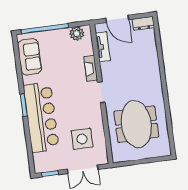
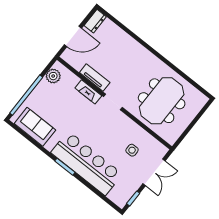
tv unit: (103, 47) -> (95, 77), moved
meeting table: (136, 124) -> (162, 101), turned 90
side table: (82, 139) -> (132, 150), width x0.54, depth x0.54

